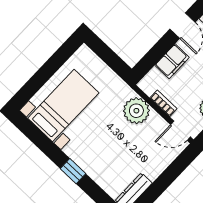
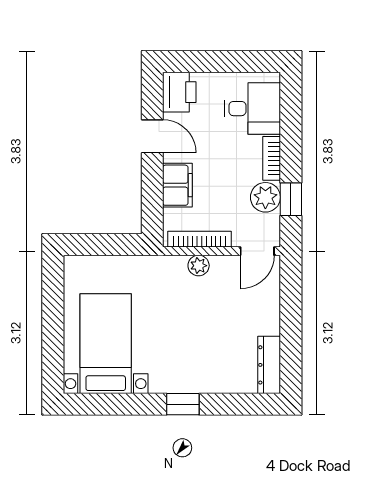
bookcase: (163, 103) -> (199, 239), width x1.56
plant: (136, 111) -> (199, 266), width x0.53, depth x0.53

